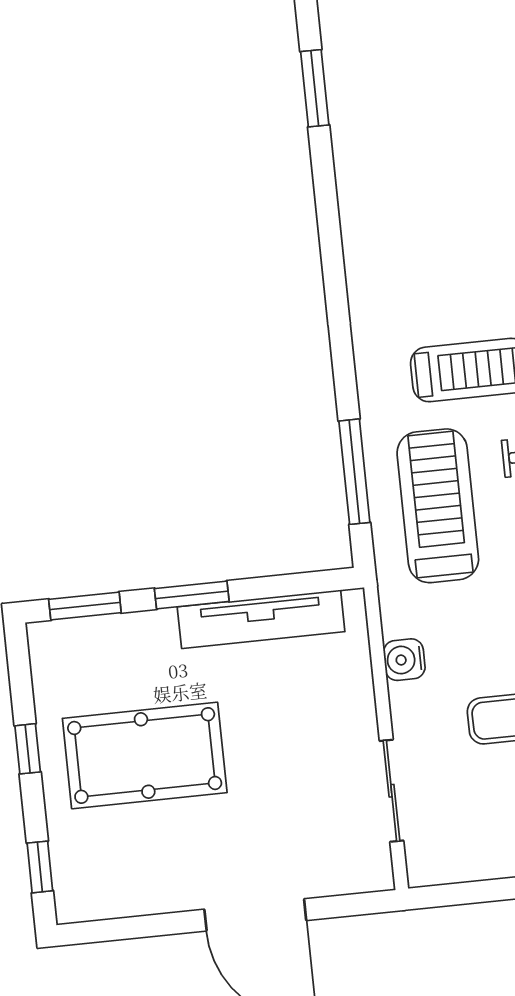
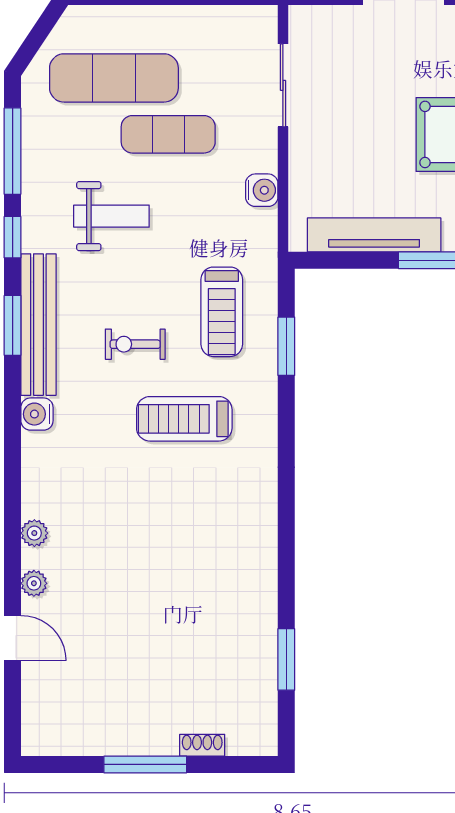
window: (354, 472) -> (286, 346), width x0.69
treadmill: (438, 506) -> (222, 312), width x0.73, depth x0.73

